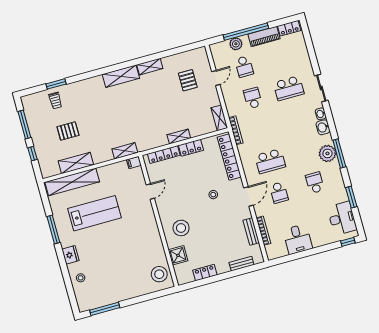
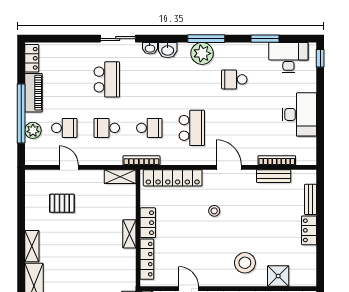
school desk: (279, 193) -> (149, 128), moved
desk: (298, 239) -> (299, 114), width x1.37
locker: (205, 273) -> (309, 230), moved

